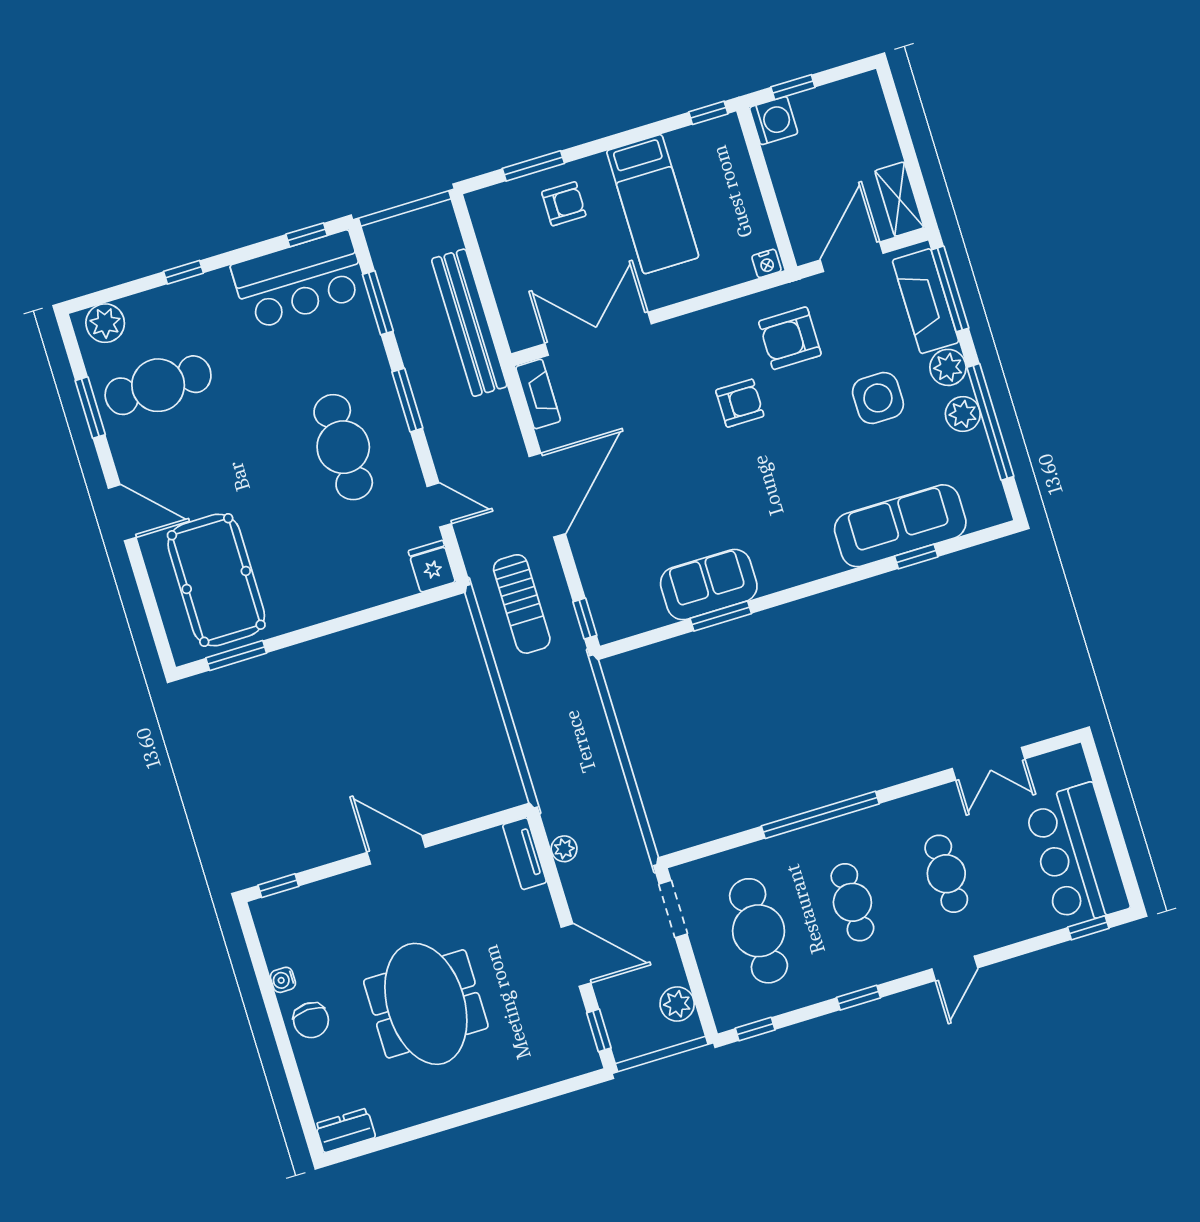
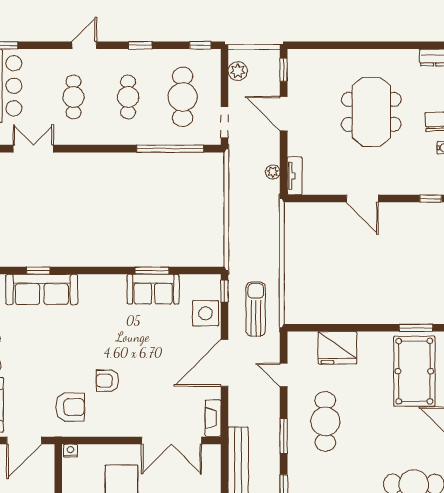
side table: (878, 398) -> (206, 313), moved
fridge: (432, 566) -> (337, 348), moved, width x1.88, depth x1.34
window: (820, 815) -> (170, 149), moved

